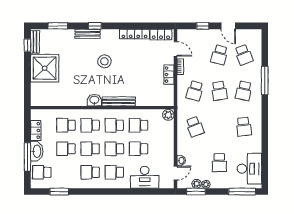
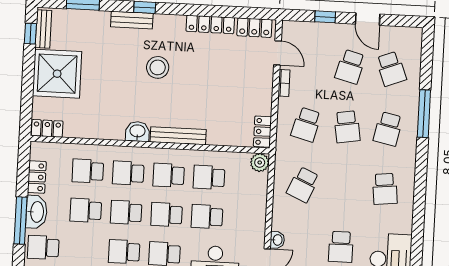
locker: (169, 75) -> (262, 132), moved
locker: (40, 101) -> (47, 128), added
school desk: (195, 127) -> (303, 185), turned 45

